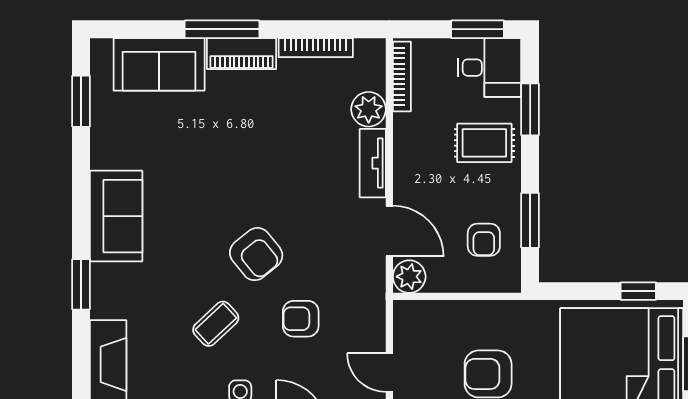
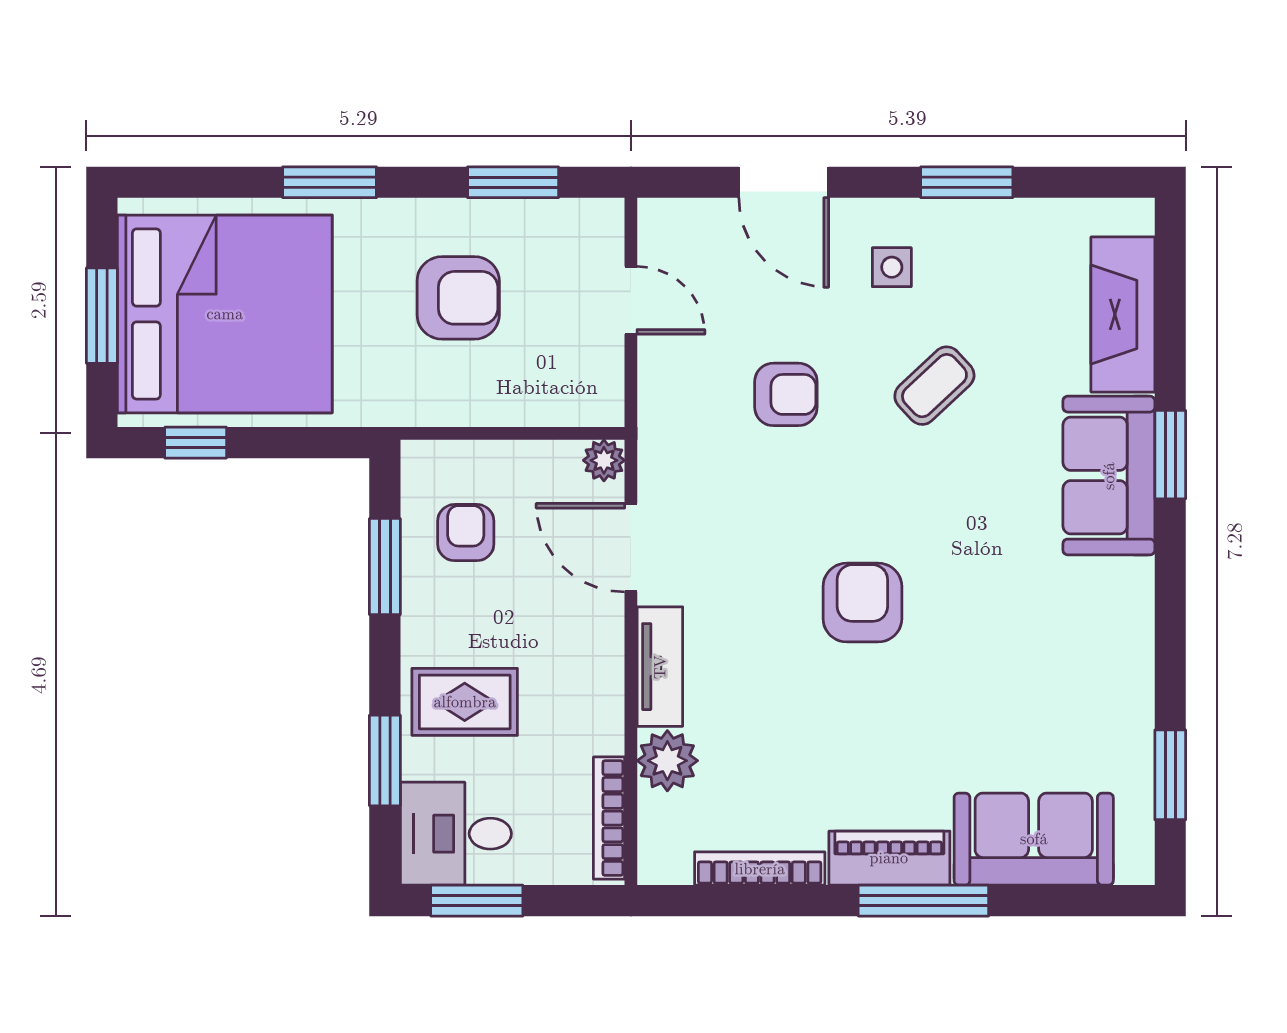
sofa: (116, 216) -> (1109, 476), moved
armchair: (256, 254) -> (862, 603), moved, turned 39
plant: (409, 277) -> (604, 460), width x0.73, depth x0.73

